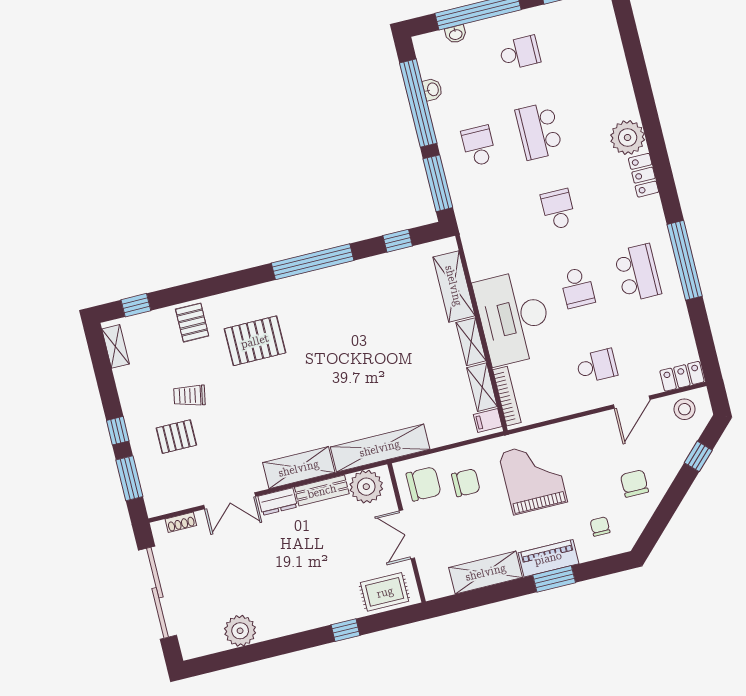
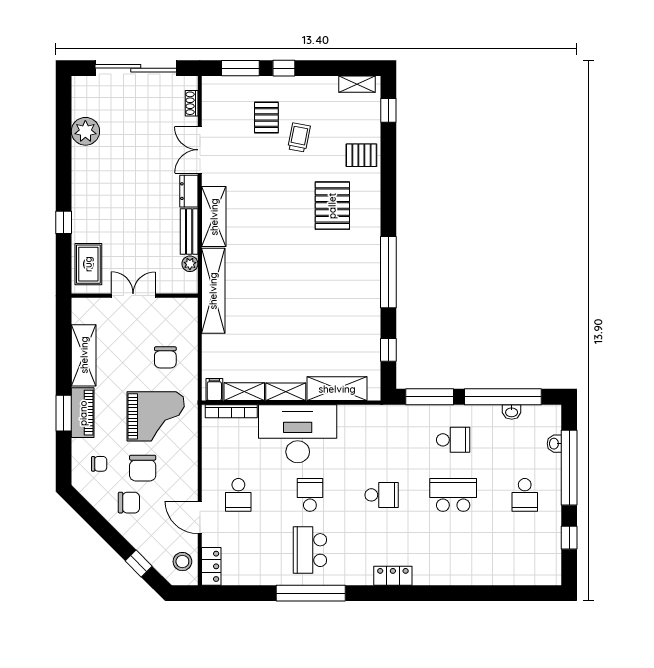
plant: (628, 137) -> (429, 570), removed
school desk: (638, 273) -> (310, 550), turned 90
school desk: (577, 288) -> (310, 495), turned 90
chair: (424, 484) -> (143, 468), moved
plant: (366, 487) -> (190, 264), width x0.53, depth x0.53

